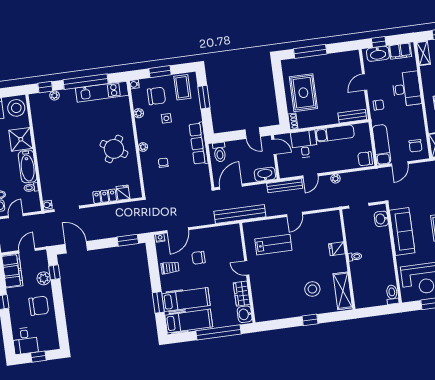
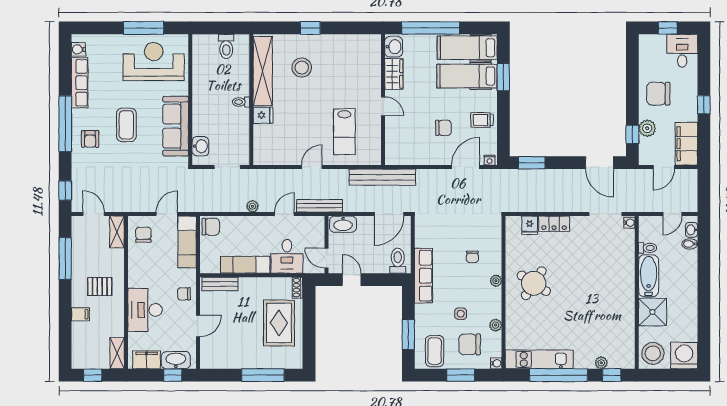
lab bench: (273, 245) -> (344, 132), turned -90
shelving: (343, 291) -> (263, 71), width x1.47
toilet: (392, 294) -> (226, 46), moved

